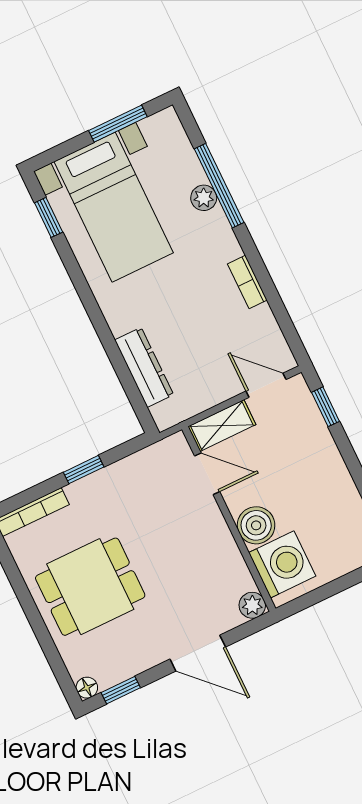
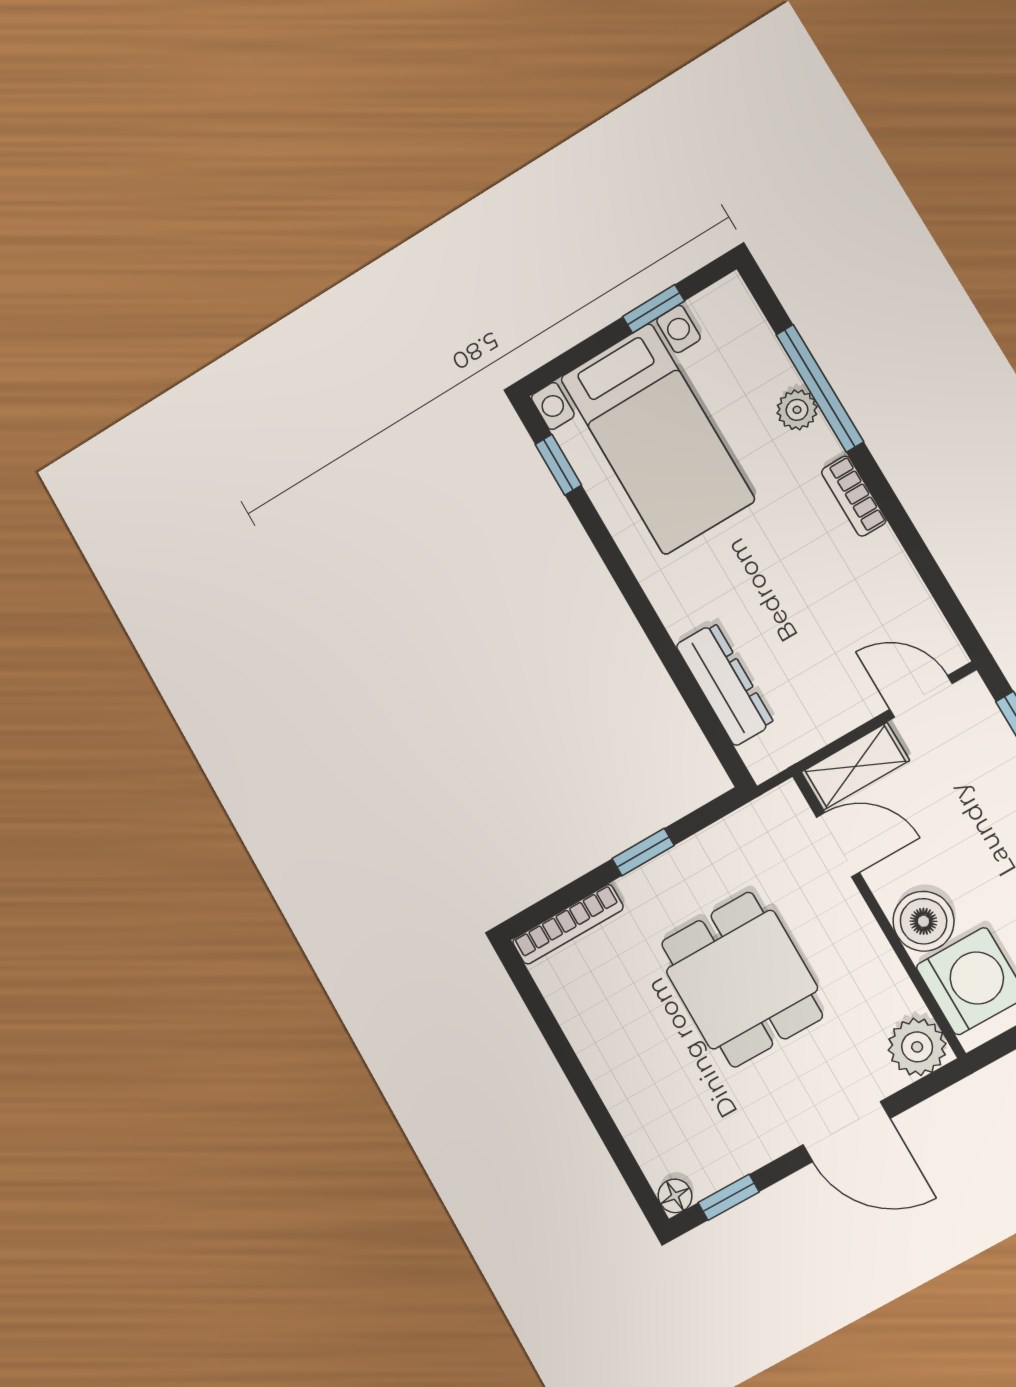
window: (118, 124) -> (654, 309), width x0.67
bookcase: (247, 282) -> (854, 496), moved
dining table: (90, 587) -> (742, 980), moved, turned 90
plant: (252, 605) -> (917, 1047), width x1.38, depth x1.38

